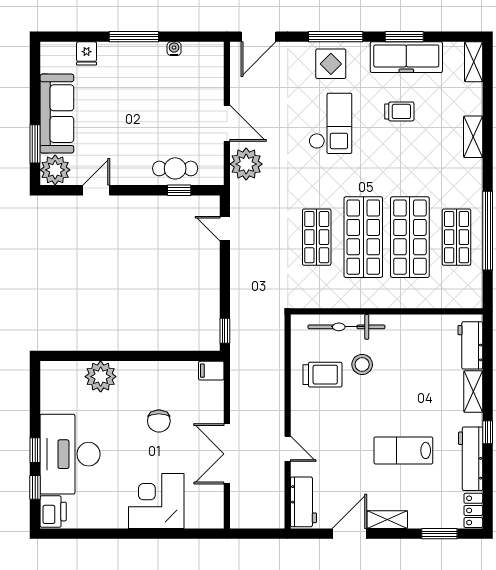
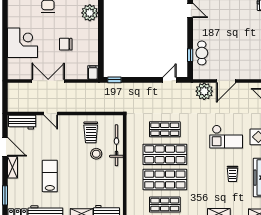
door: (288, 449) -> (51, 114), hinge flipped

